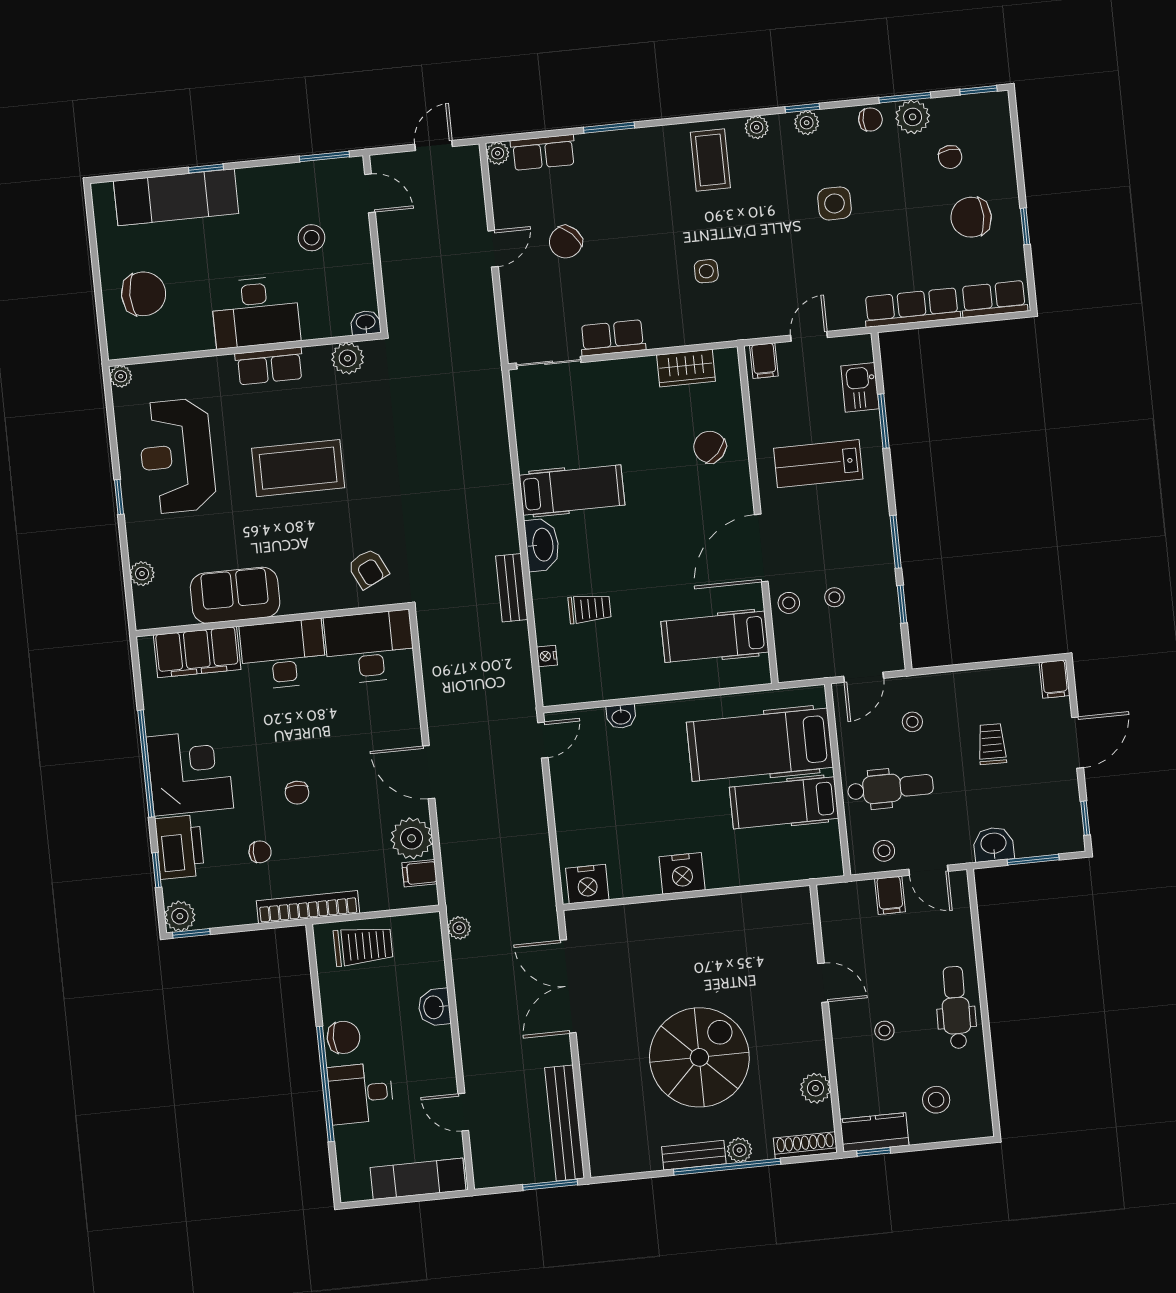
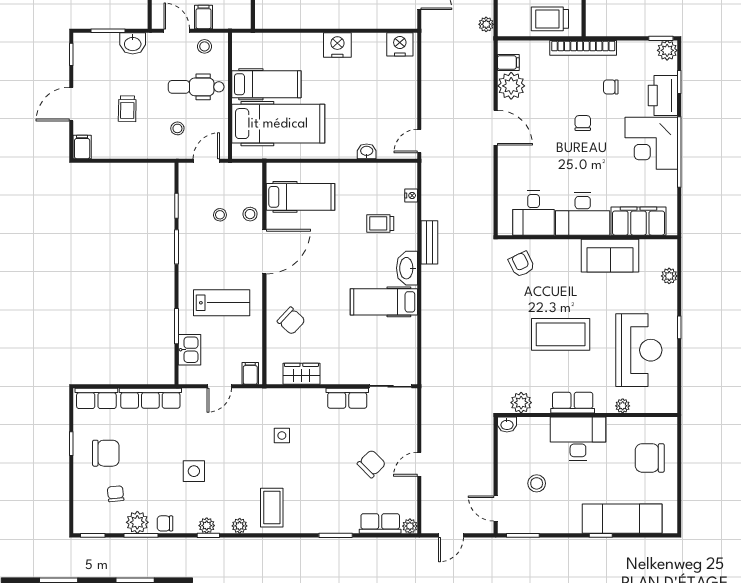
plant: (121, 376) -> (623, 406), moved
desk: (370, 647) -> (534, 213), width x0.73

